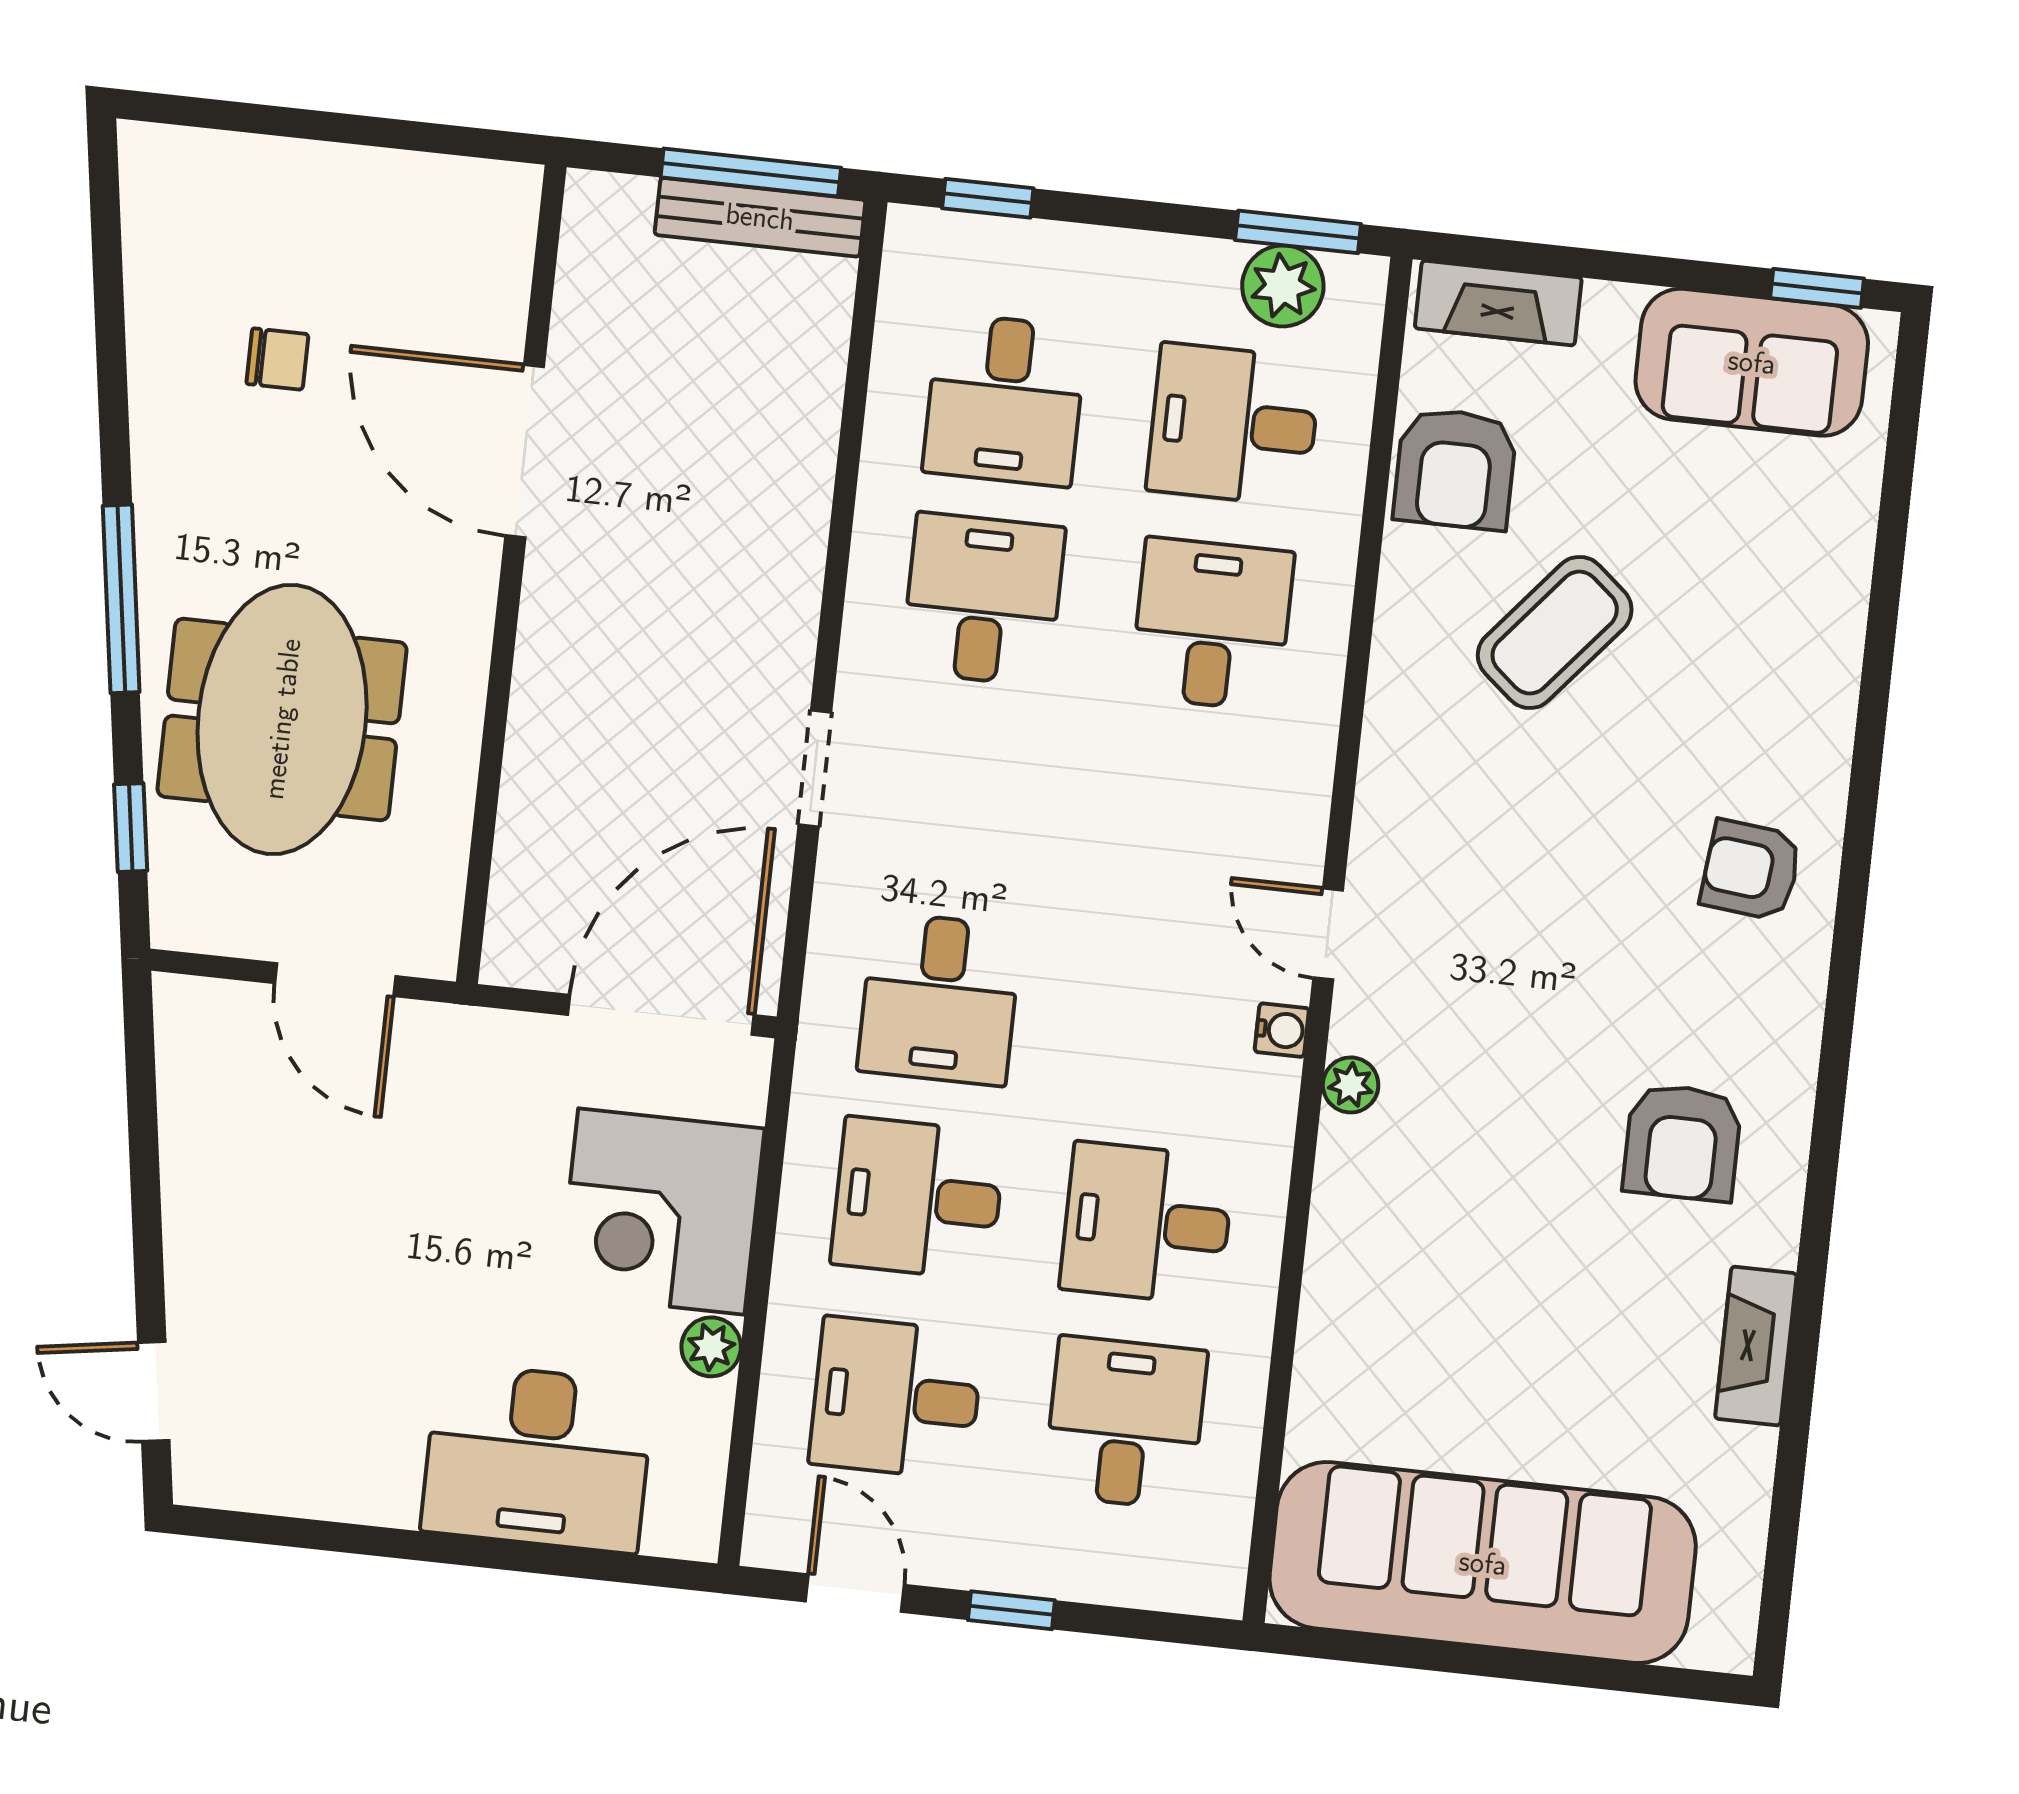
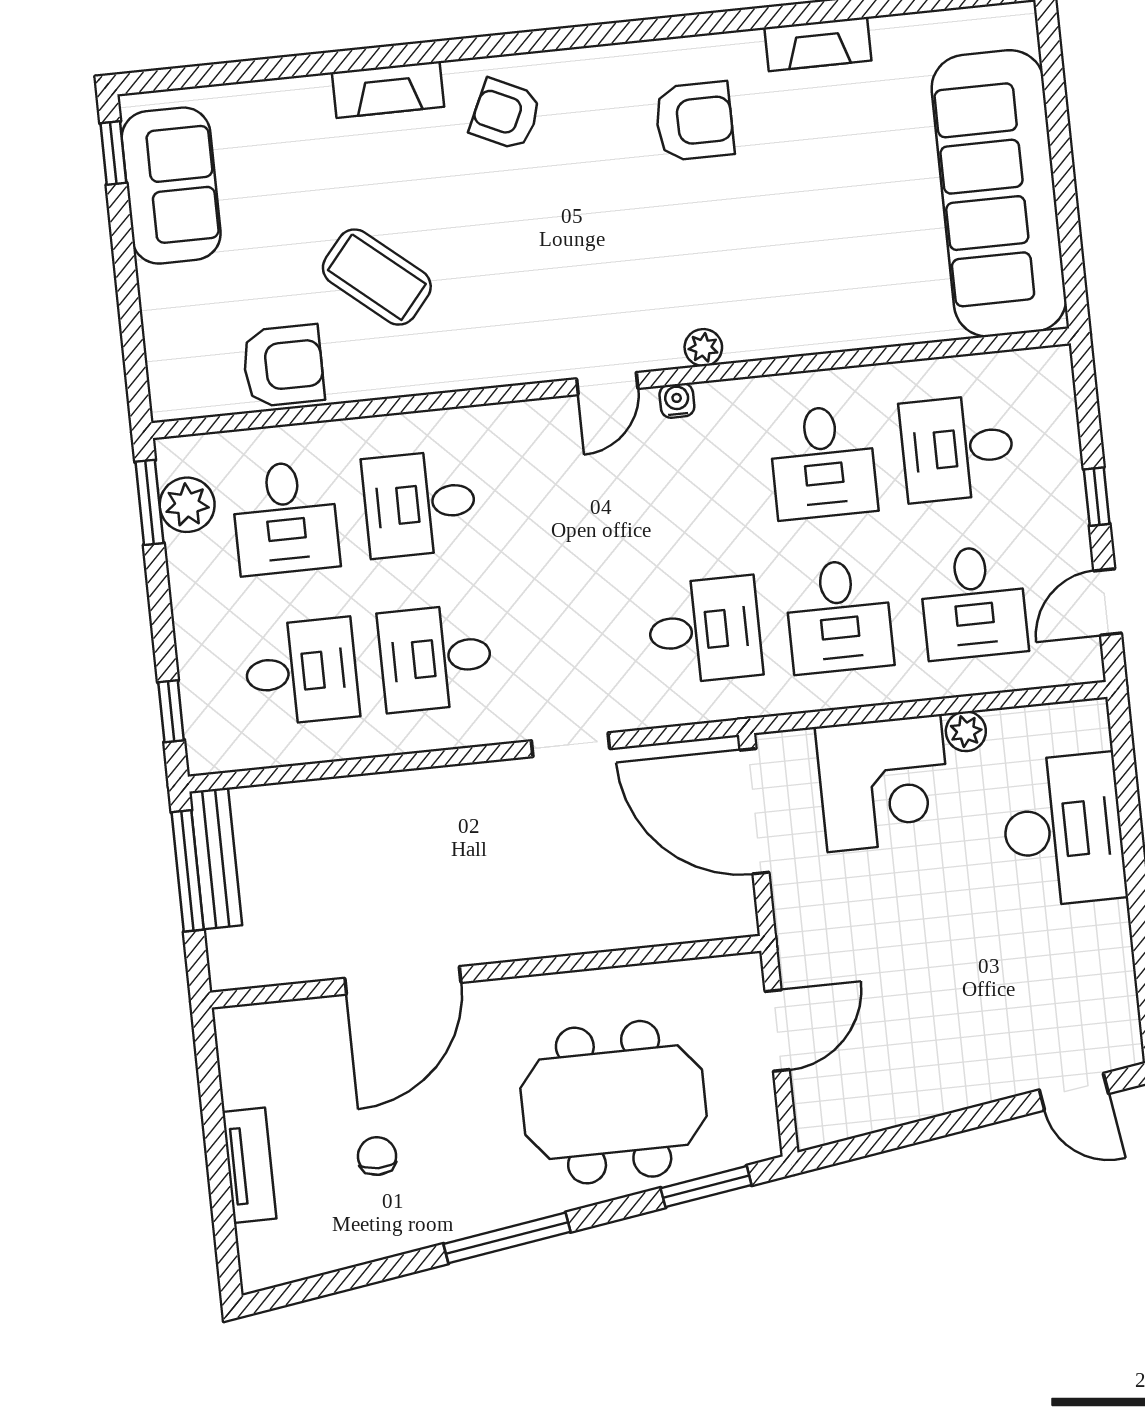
tv unit: (304, 171) -> (249, 1165), added
fireplace: (1498, 303) -> (388, 90), moved, turned 90
window: (121, 599) -> (507, 1238), moved
window: (131, 828) -> (706, 1187), width x1.50
armchair: (1751, 870) -> (506, 114), turned 109
door: (154, 1392) -> (1074, 1092), hinge flipped

